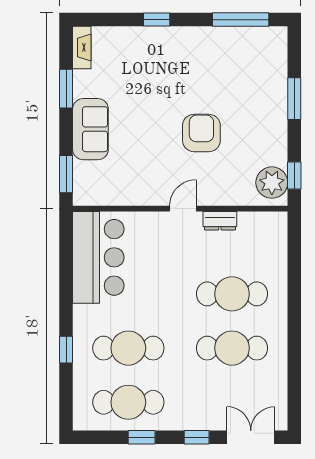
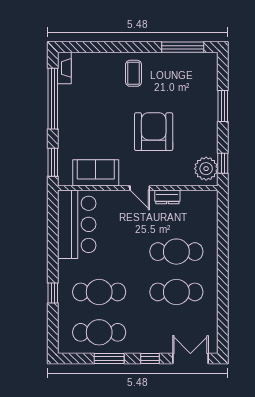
window: (157, 20) -> (120, 47), removed
coffee table: (174, 55) -> (134, 73), added
window: (66, 89) -> (53, 99), width x2.11
sofa: (90, 129) -> (96, 173), moved, turned -90
armchair: (201, 133) -> (154, 132), width x1.36, depth x1.36
door: (183, 209) -> (140, 188), swing flipped
window: (142, 437) -> (109, 358), width x1.50

